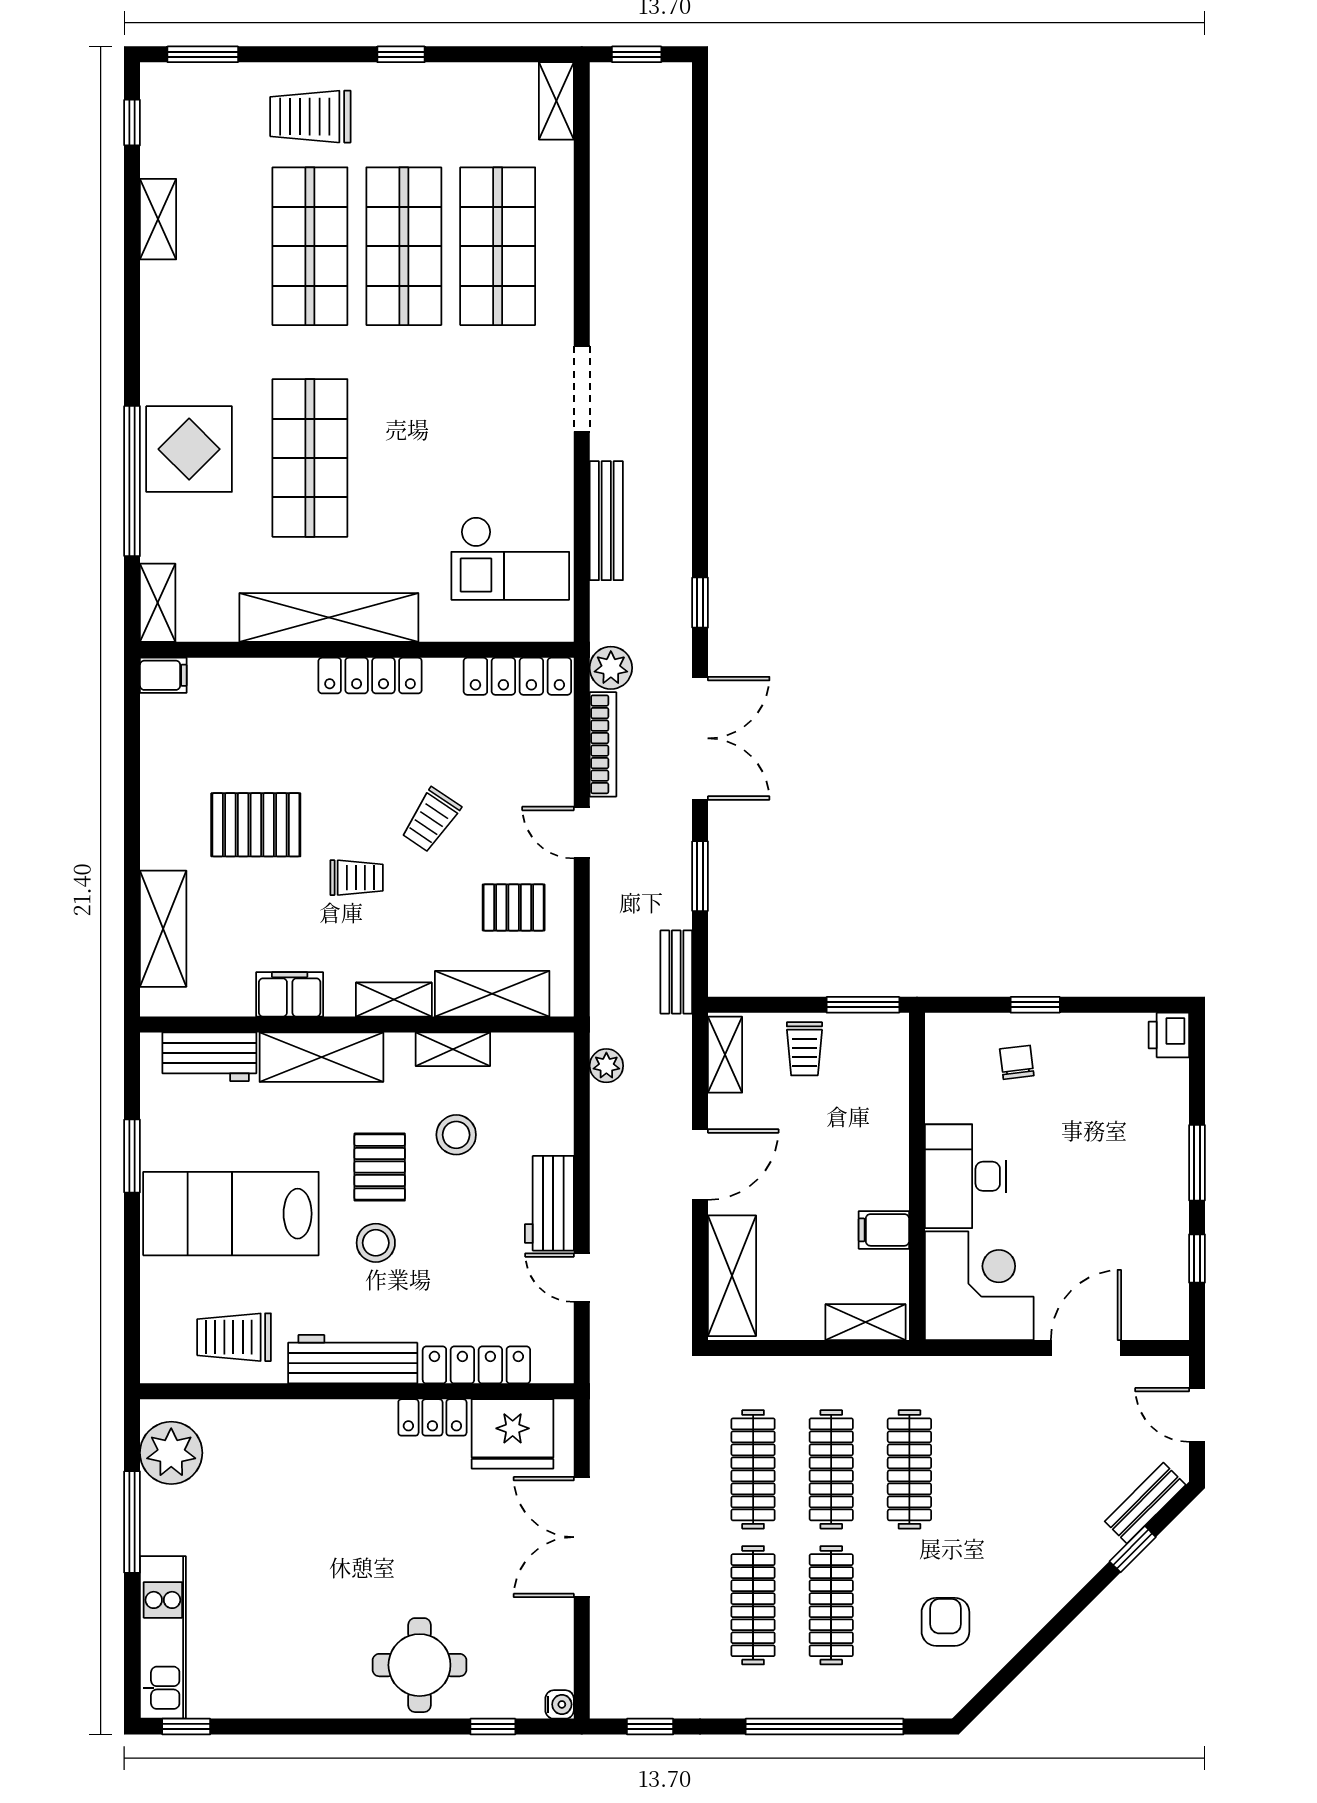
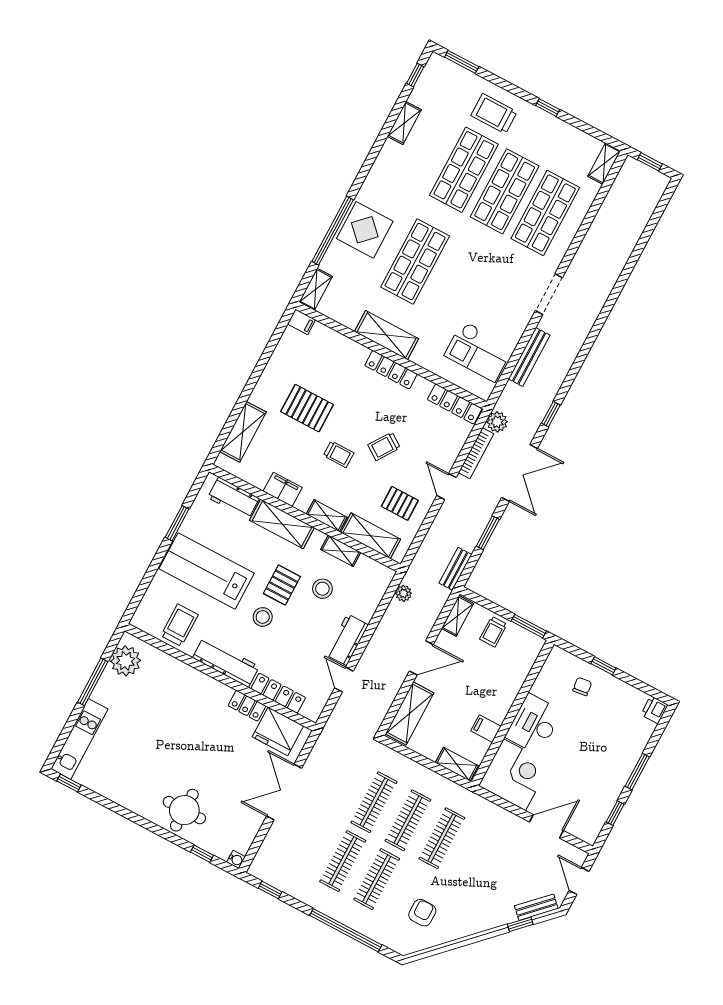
shelving: (329, 618) -> (387, 335), width x0.68
trolley: (234, 1337) -> (180, 625), turned 90

